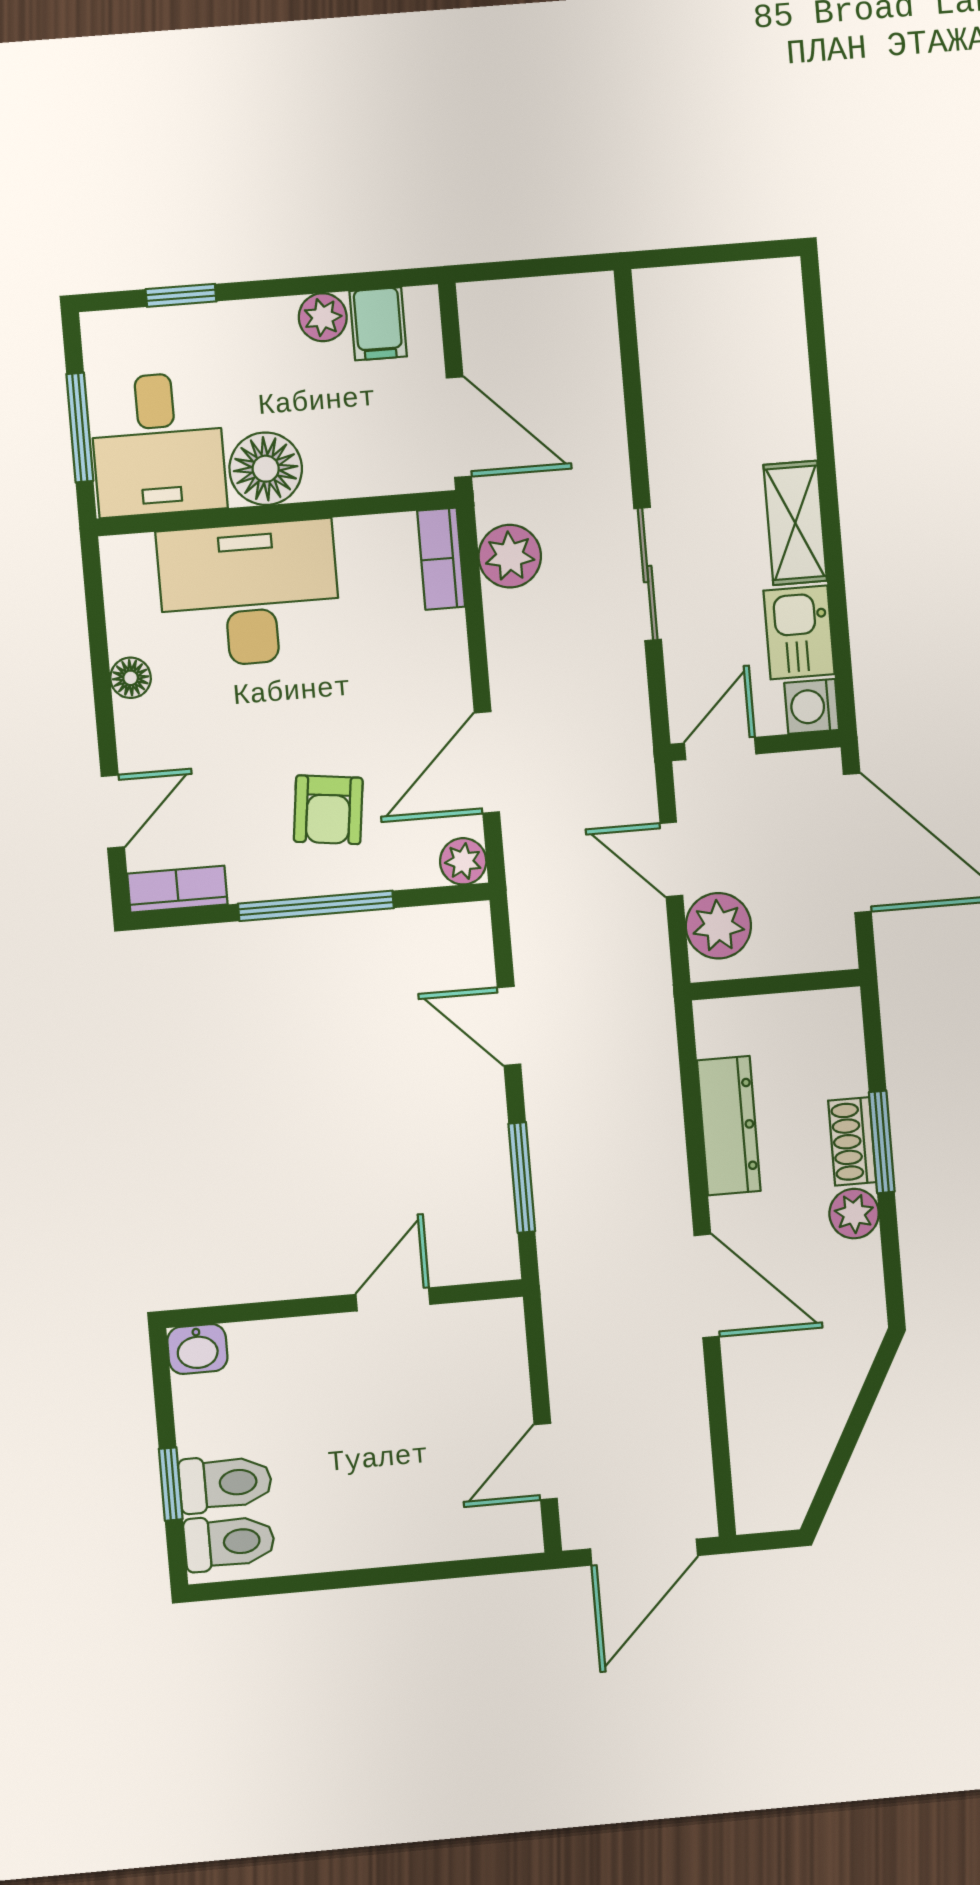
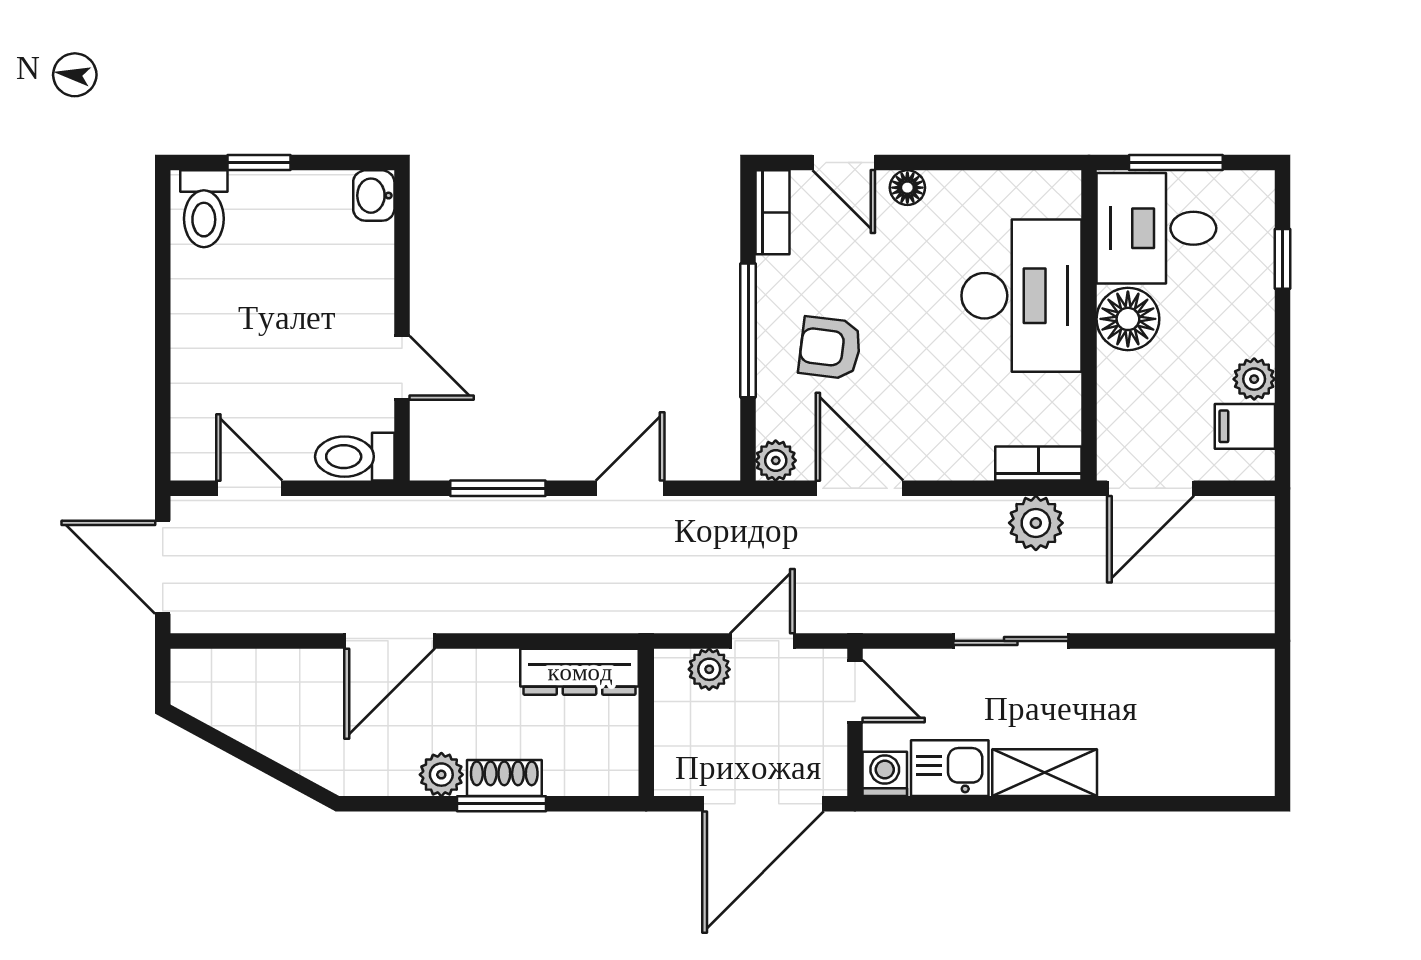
floor lamp: (131, 678) -> (907, 188), moved
plant: (718, 926) -> (709, 669), width x0.73, depth x0.73
dresser: (729, 1126) -> (580, 672), moved
toilet: (225, 1483) -> (355, 457), moved, turned 90

